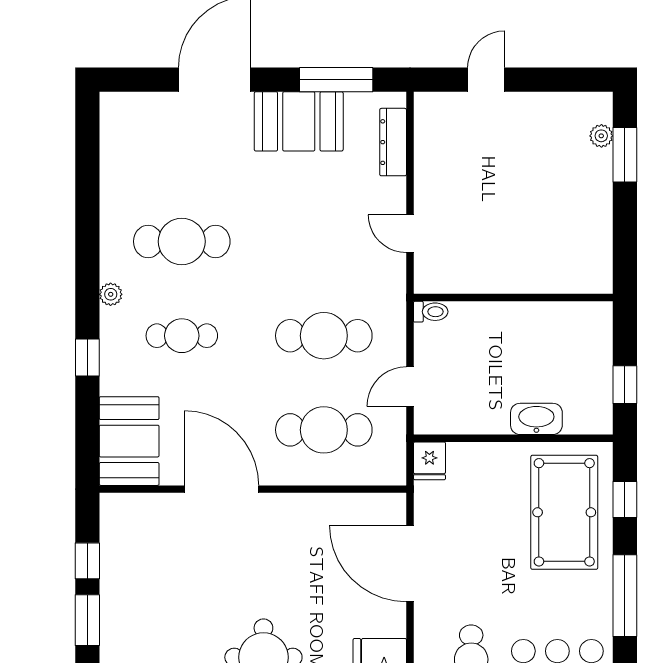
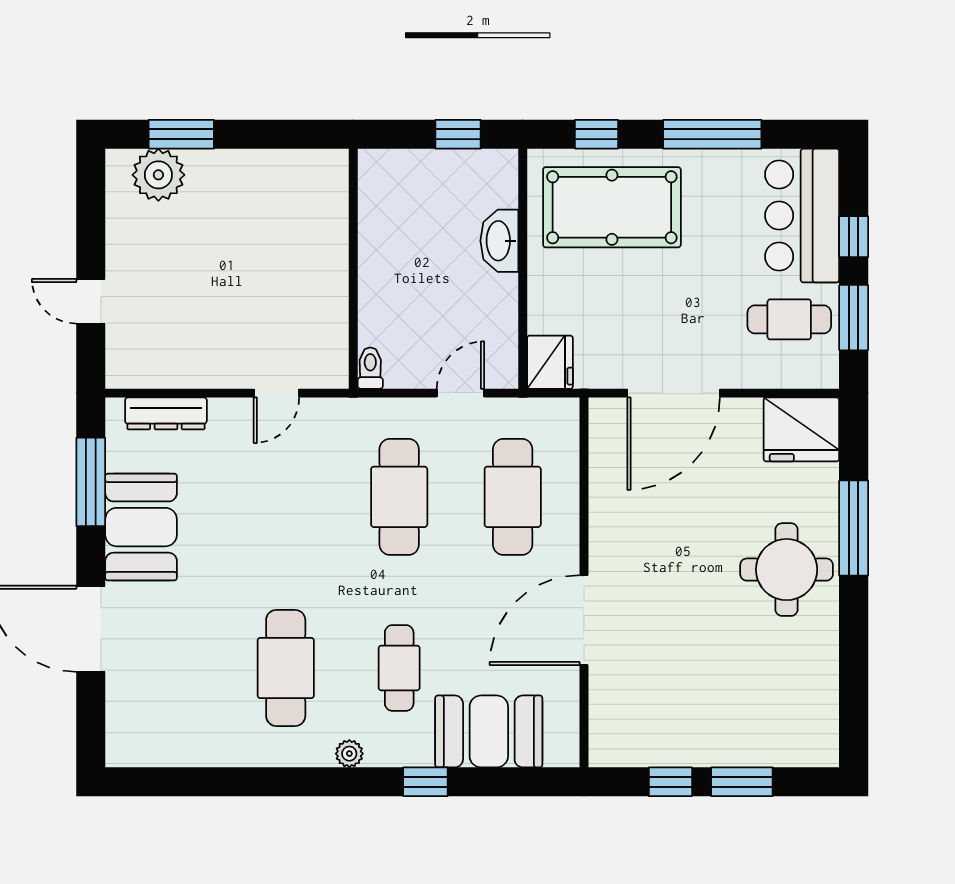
plant: (601, 136) -> (158, 175), width x1.88, depth x1.88
door: (410, 387) -> (460, 393), swing flipped
booth: (129, 441) -> (489, 731), moved
fridge: (429, 461) -> (550, 362), width x1.38

